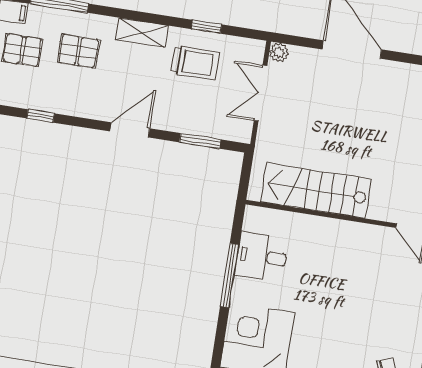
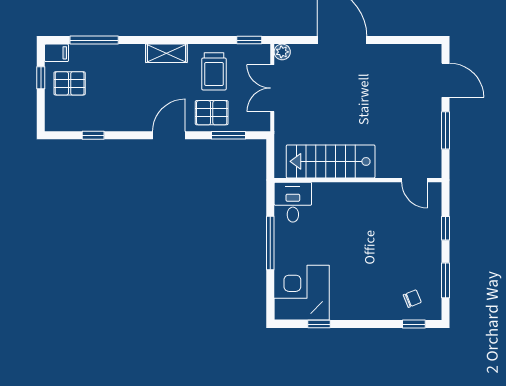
window: (206, 27) -> (249, 40), moved
pallet: (79, 51) -> (212, 113), moved
trolley: (195, 63) -> (214, 71), turned 90
desk: (262, 257) -> (293, 202), moved, turned 90

